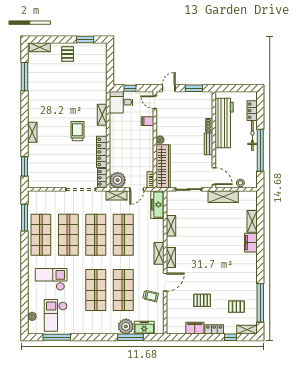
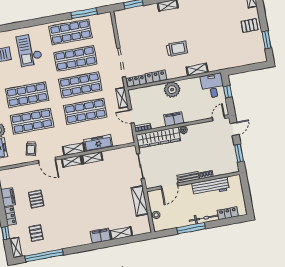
door: (169, 88) -> (235, 129), hinge flipped
filing cabinet: (147, 121) -> (174, 119), moved, width x2.00
workbench: (224, 123) -> (211, 186), width x0.73, depth x0.76
window: (260, 150) -> (191, 228), width x0.68
locker: (102, 152) -> (156, 77), width x0.66
door: (214, 176) -> (169, 186), moved
plant: (118, 180) -> (172, 90), moved
freezer: (157, 205) -> (98, 143), moved
shelving: (171, 226) -> (92, 158), moved
checkout: (51, 279) -> (29, 50), turned 180

